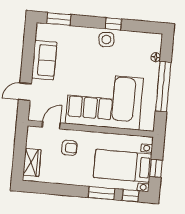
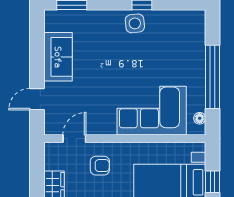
floor lamp: (156, 57) -> (200, 118), moved
corner sofa: (104, 101) -> (152, 111), width x0.73, depth x0.74

